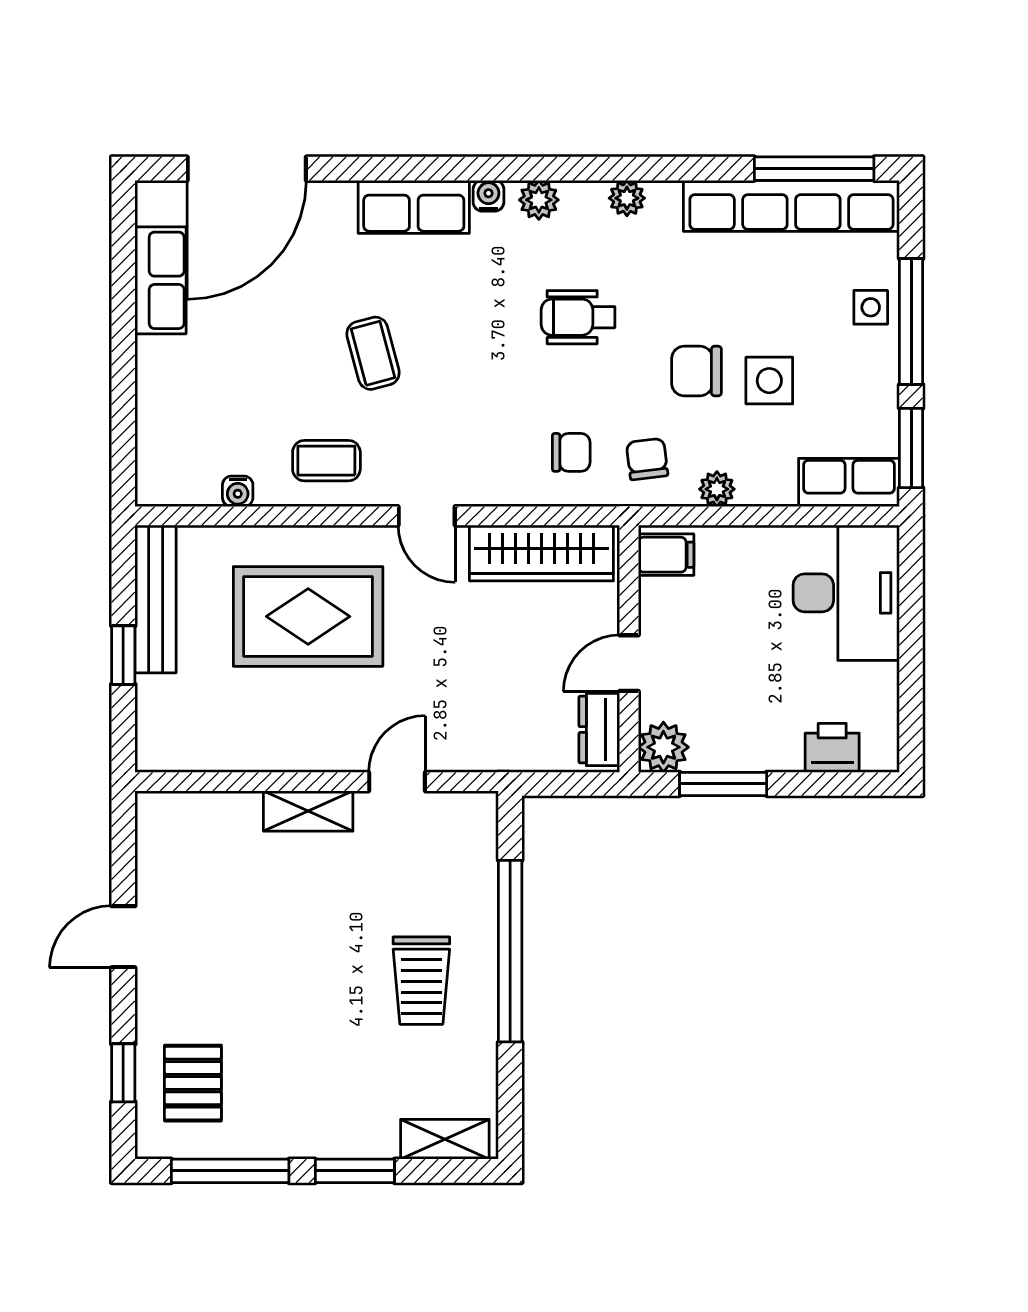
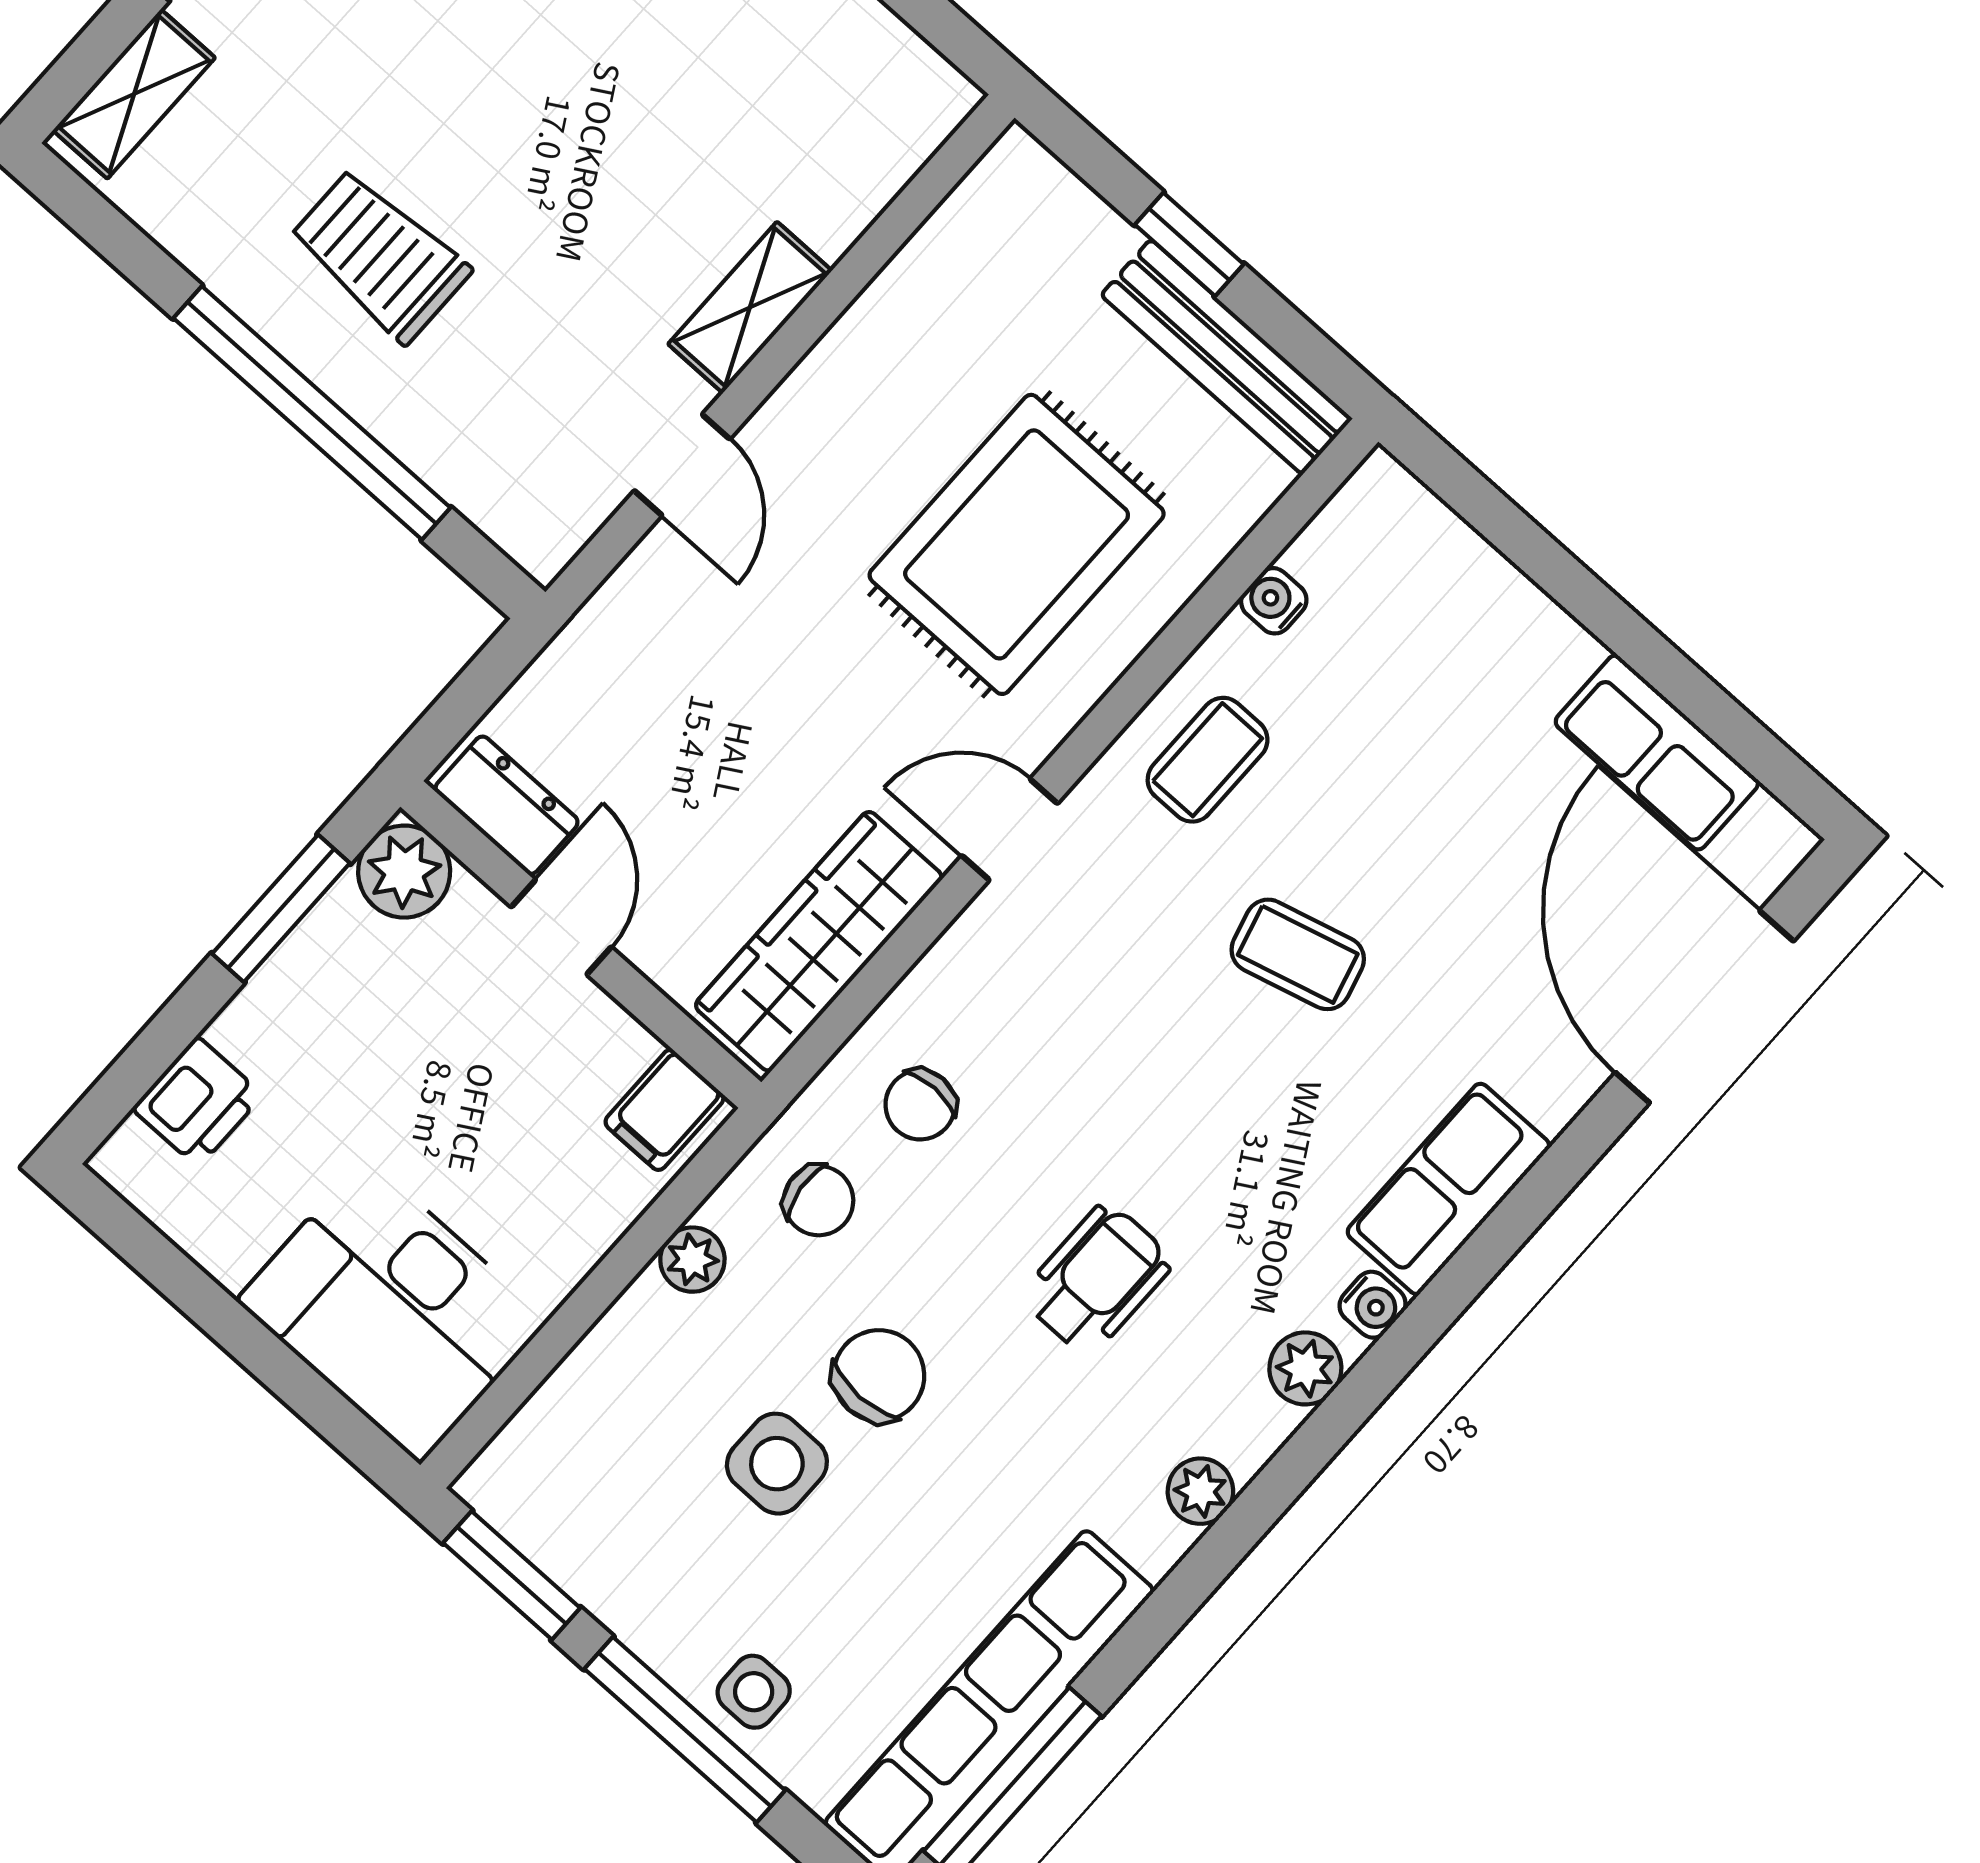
row of seats: (849, 482) -> (540, 1448), removed

